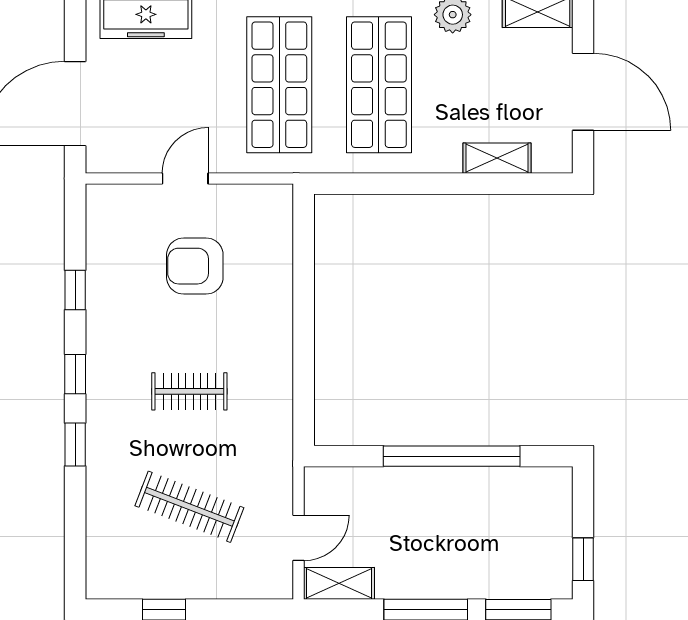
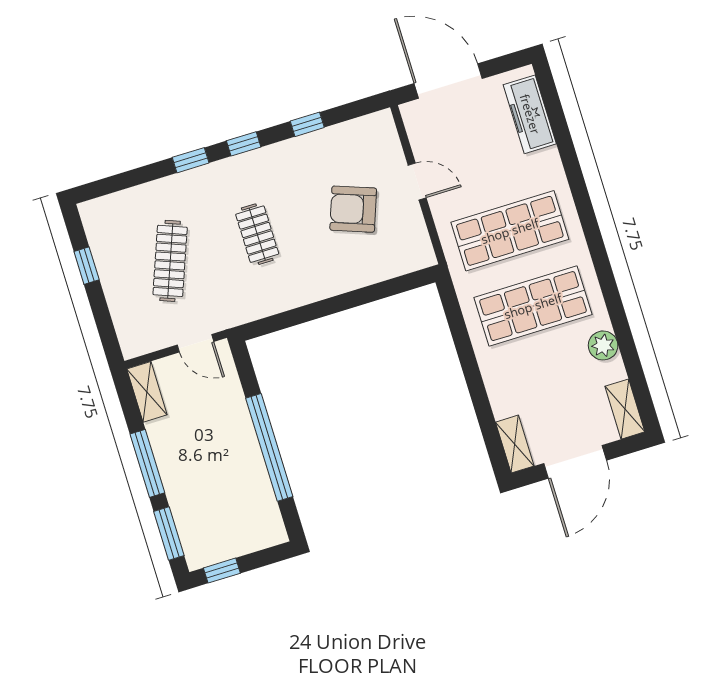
shelving: (497, 158) -> (515, 444), moved
armchair: (195, 266) -> (353, 209), turned -70
door: (298, 538) -> (196, 343), moved

